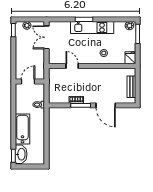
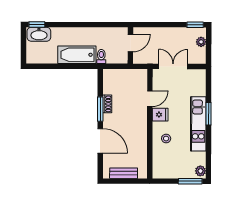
double door: (46, 37) -> (173, 66), moved
fridge: (130, 58) -> (160, 115), moved
door: (28, 82) -> (130, 43), hinge flipped
door: (106, 105) -> (100, 141), swing flipped
bathtub: (22, 129) -> (77, 55), moved, turned 180

